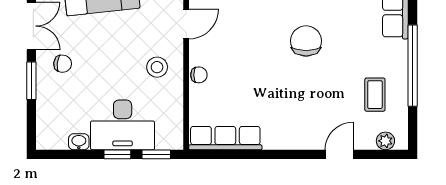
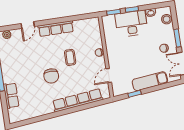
stool: (157, 67) -> (167, 19), moved
coffee table: (375, 95) -> (70, 57), moved
row of seats: (225, 138) -> (56, 29), moved

